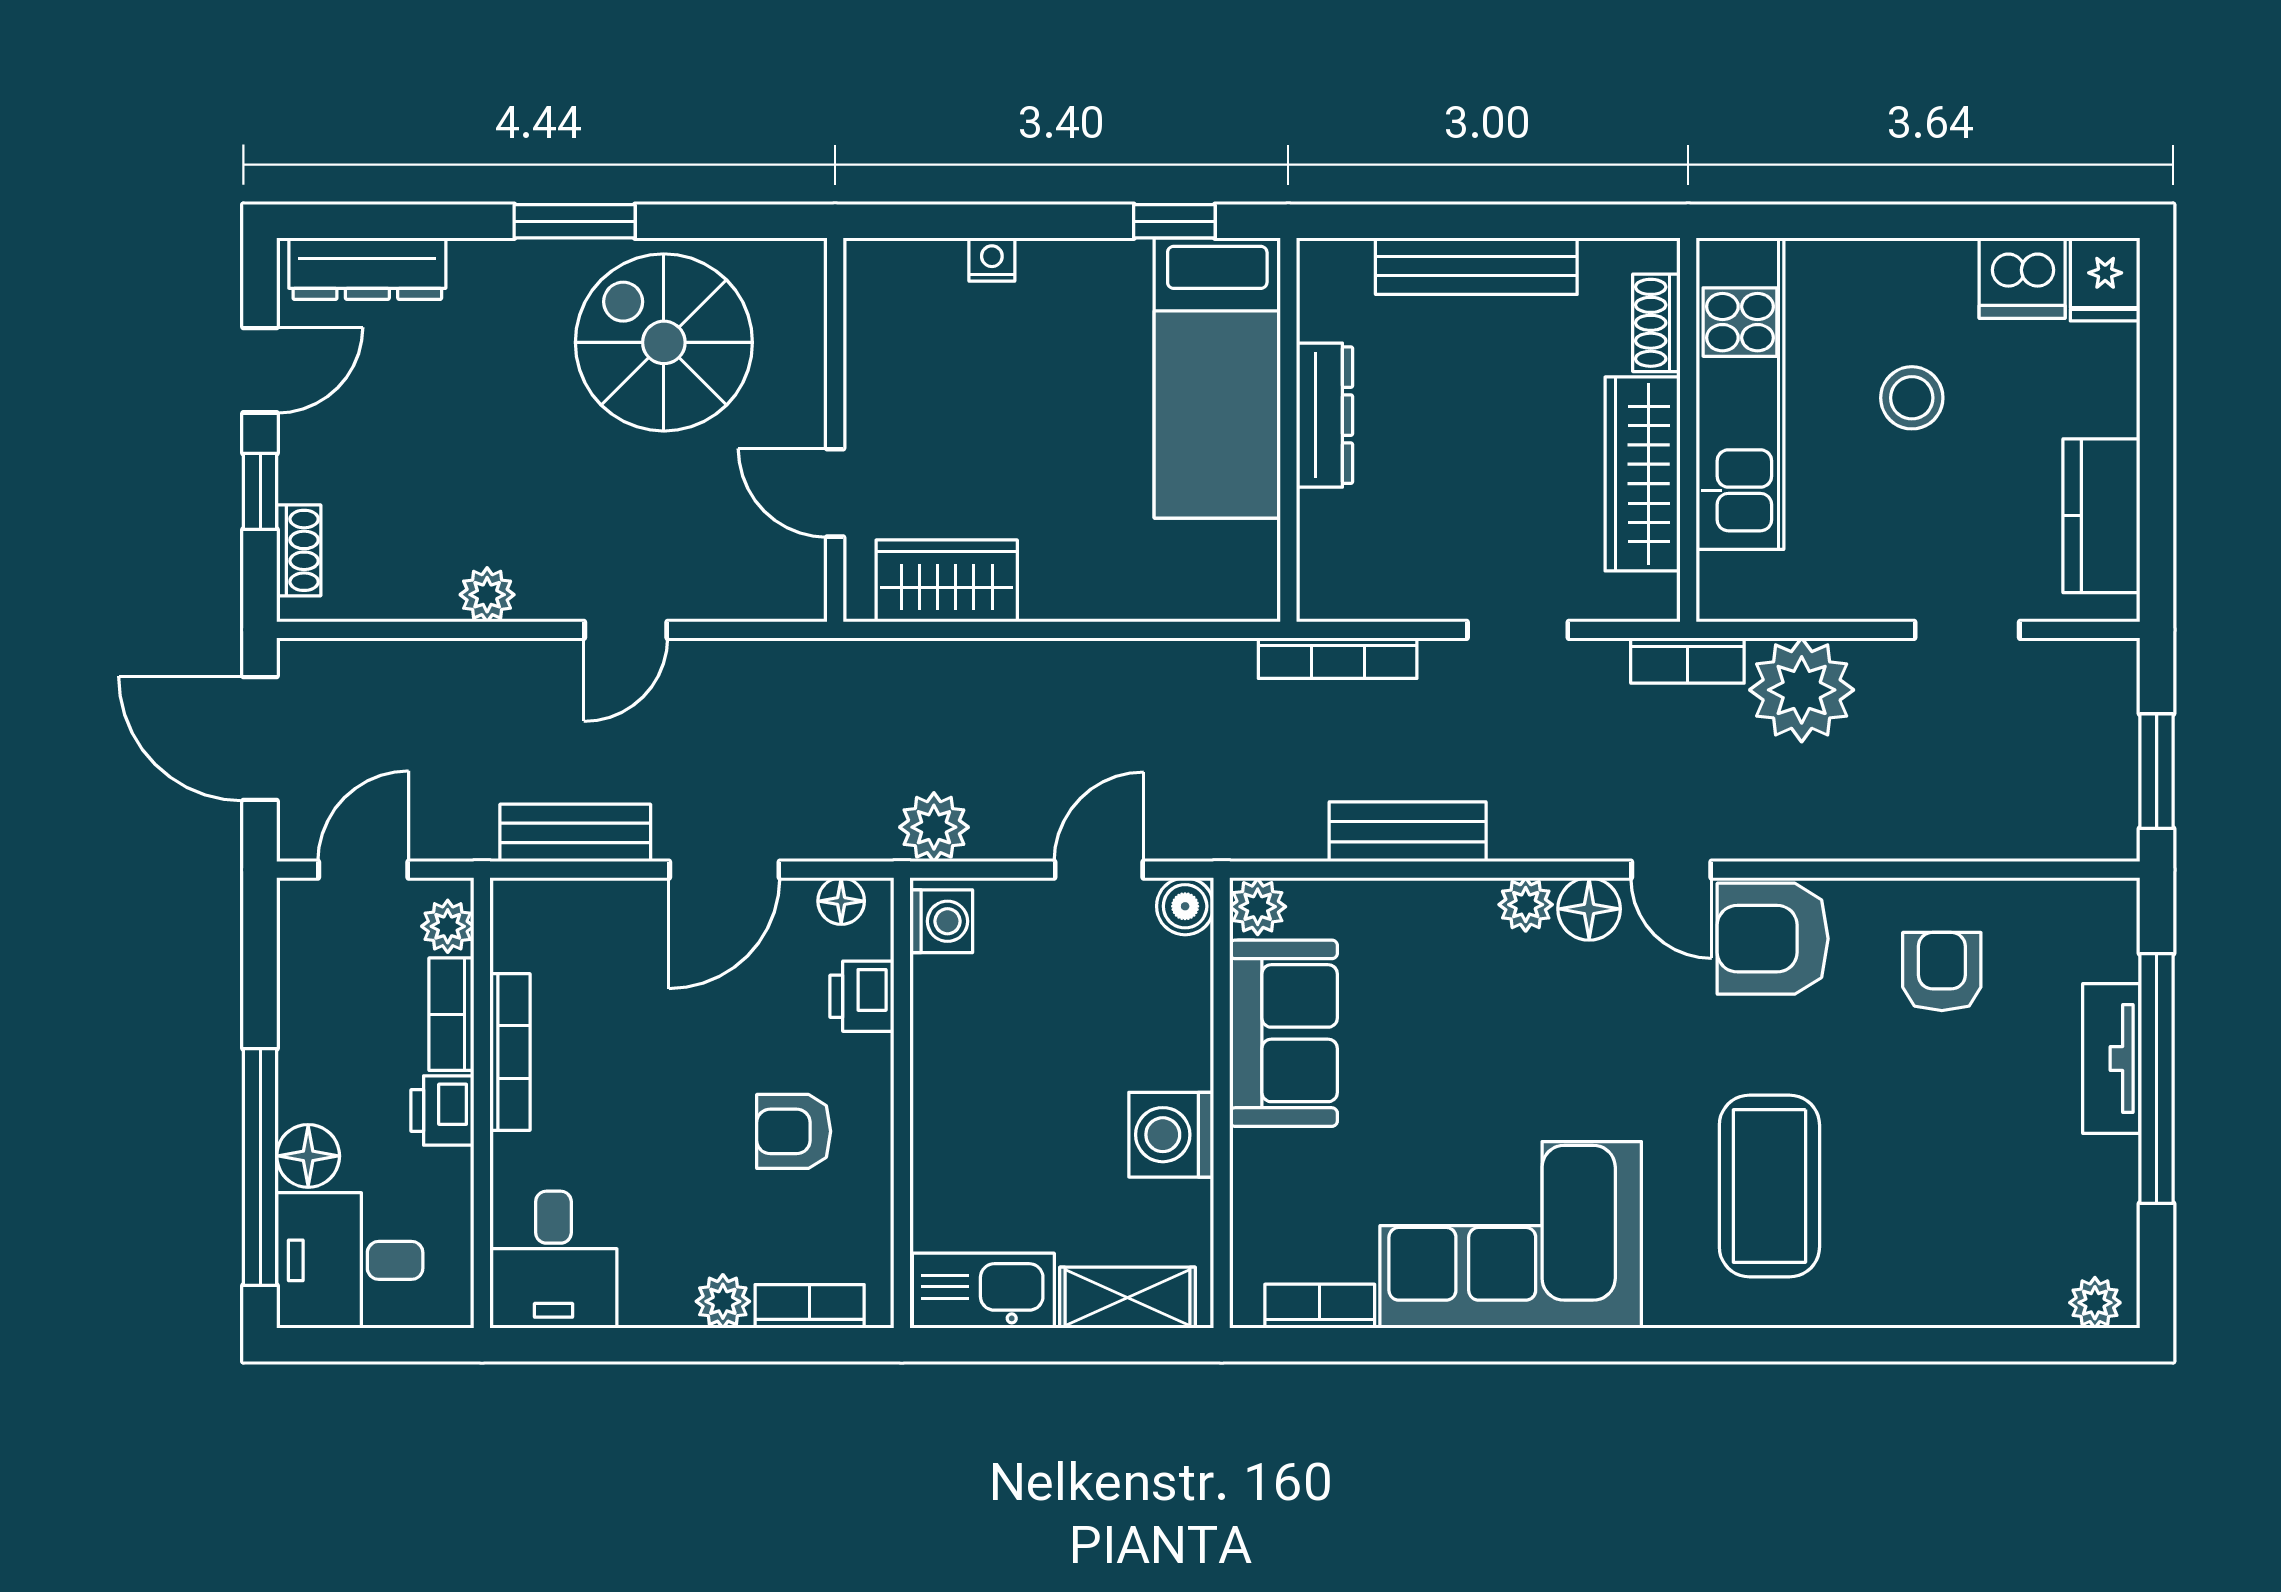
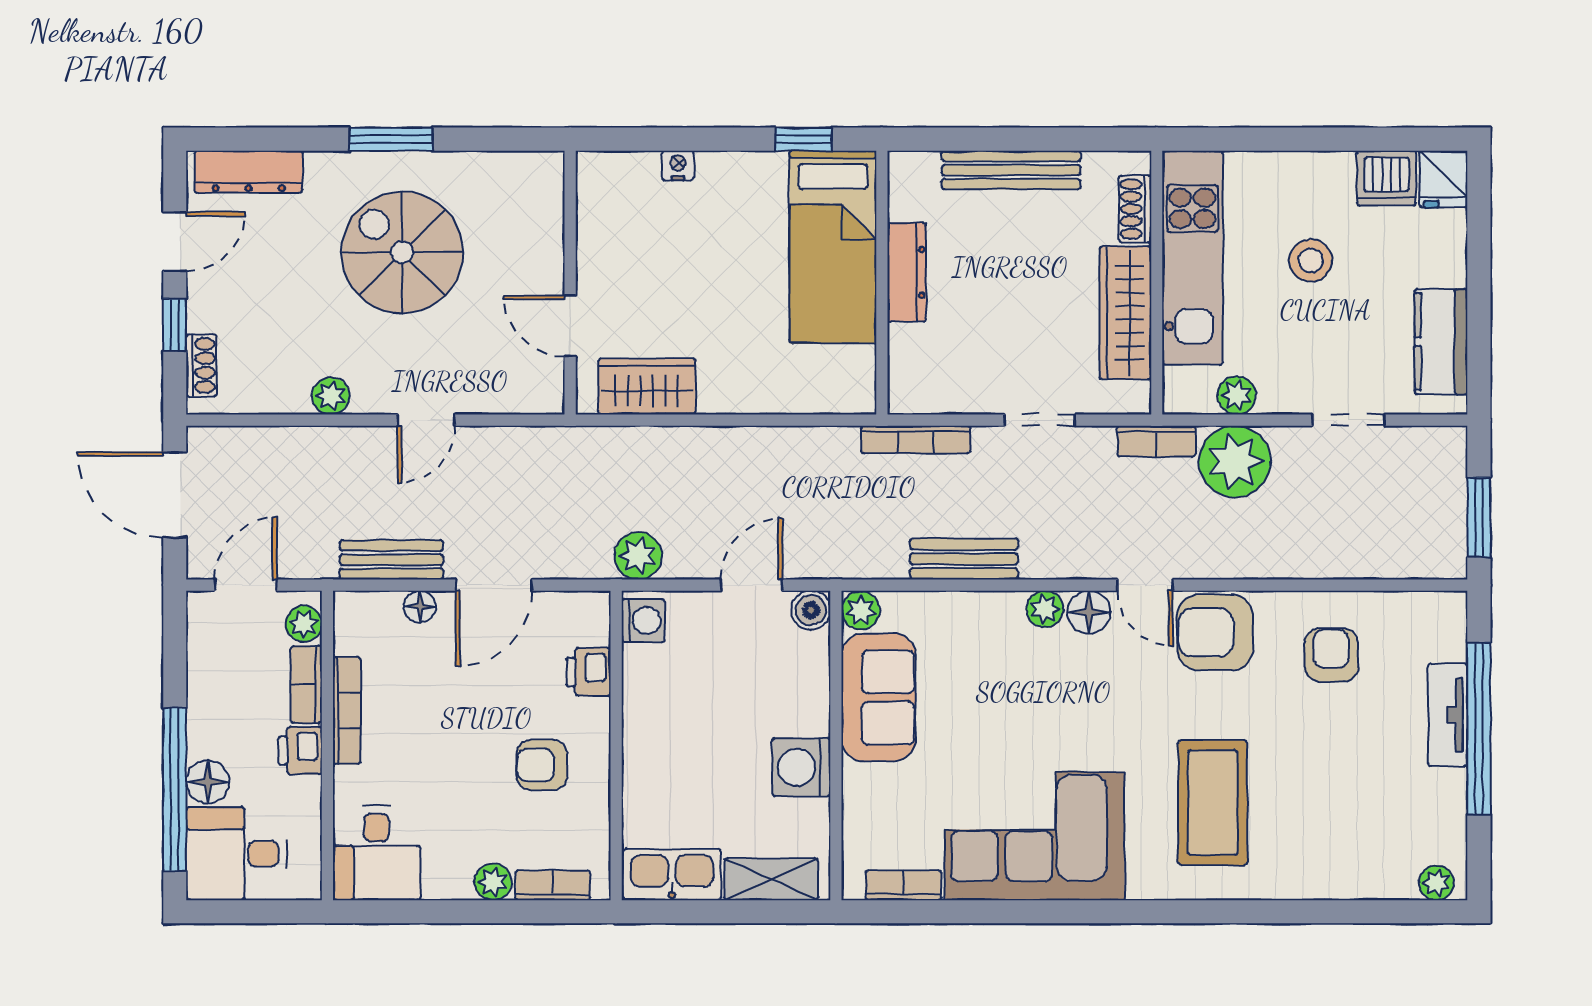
spiral stairs: (664, 342) -> (402, 252), moved
plant: (1804, 594) -> (1237, 395), added
floor lamp: (841, 901) -> (420, 607), moved

